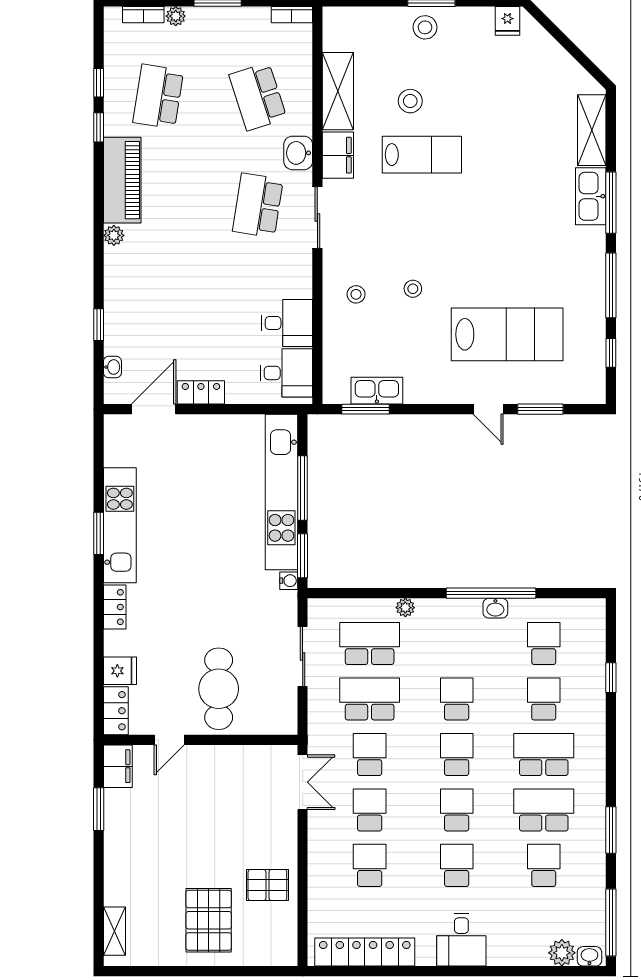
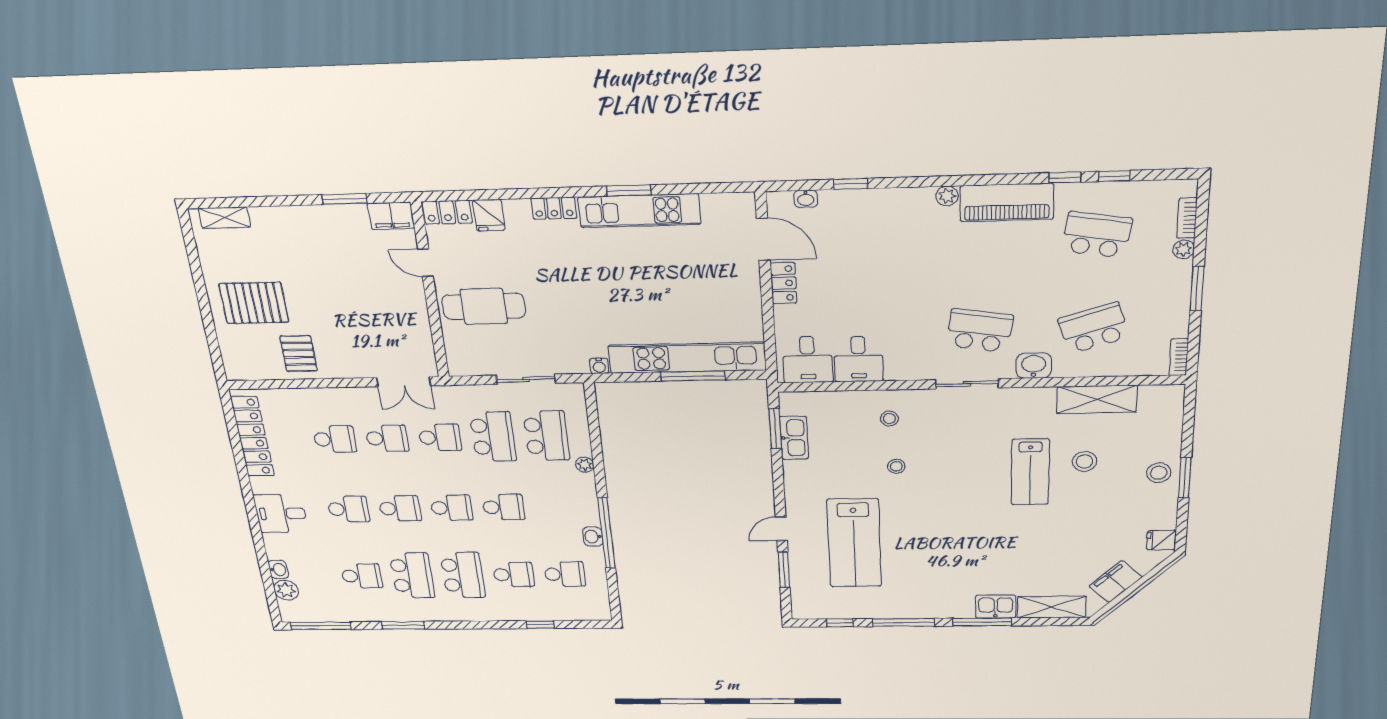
filing cabinet: (338, 155) -> (1116, 582), moved, turned 135
kitchen sink: (591, 196) -> (996, 607), width x0.73
window: (303, 556) -> (625, 377), removed
washbasin: (589, 956) -> (278, 570), moved

